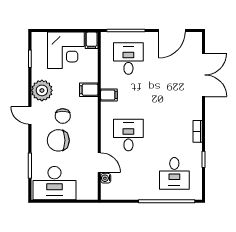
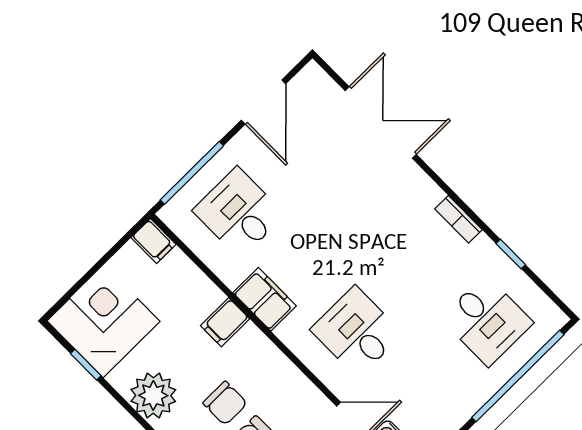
corner desk: (66, 50) -> (104, 321), moved, turned -90
filing cabinet: (109, 95) -> (265, 299), width x2.00

